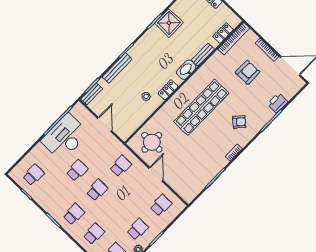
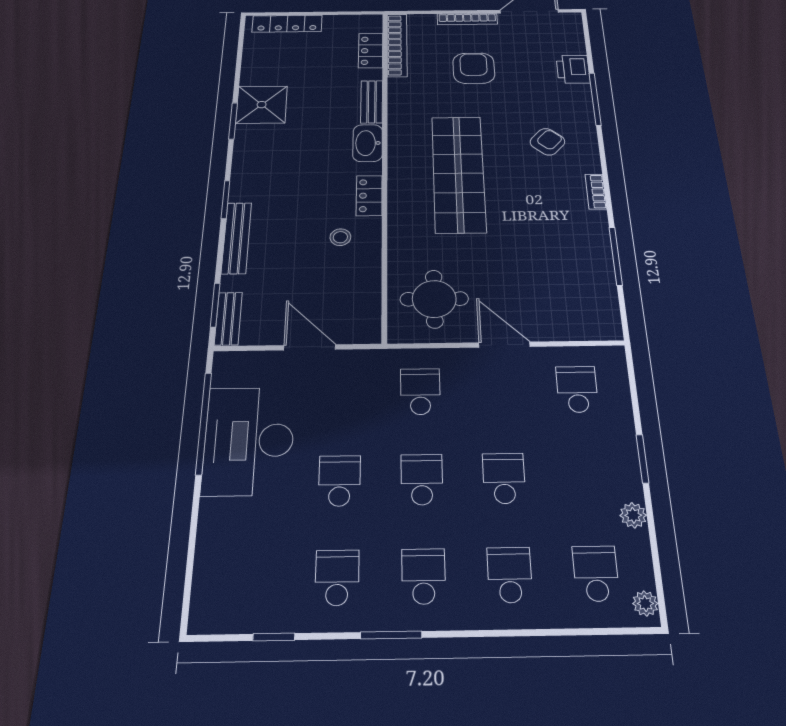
school desk: (33, 175) -> (337, 578), moved
school desk: (138, 229) -> (504, 478), moved

